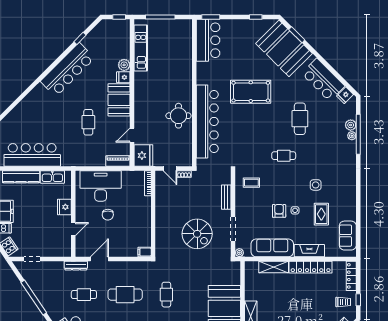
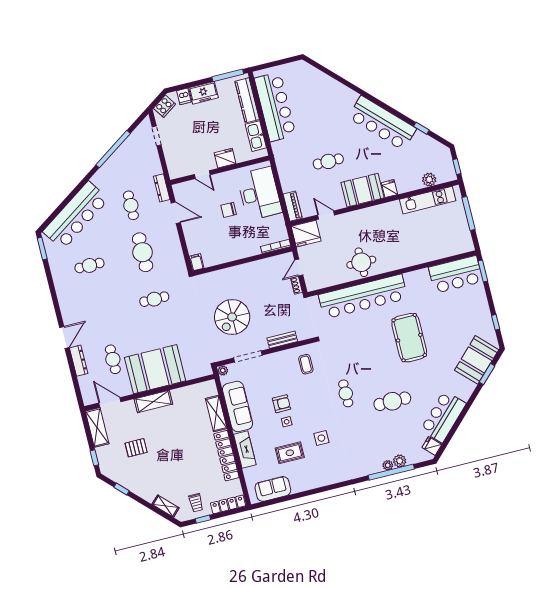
booth: (284, 48) -> (477, 360), width x0.73, depth x0.70
plant: (124, 65) -> (429, 180), moved

